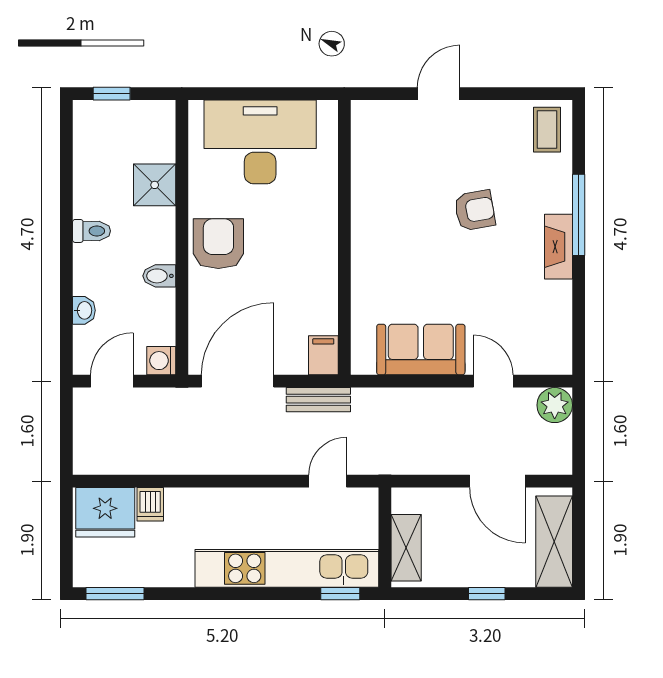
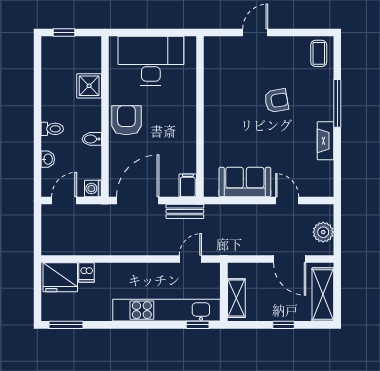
toilet: (91, 231) -> (52, 129), moved
fireplace: (558, 247) -> (325, 141), moved
plant: (555, 405) -> (323, 232), moved

